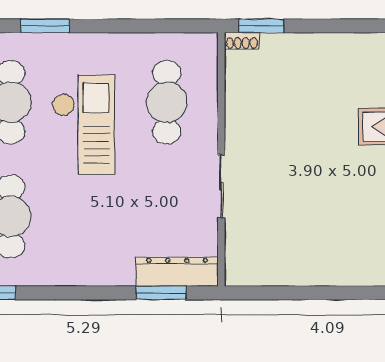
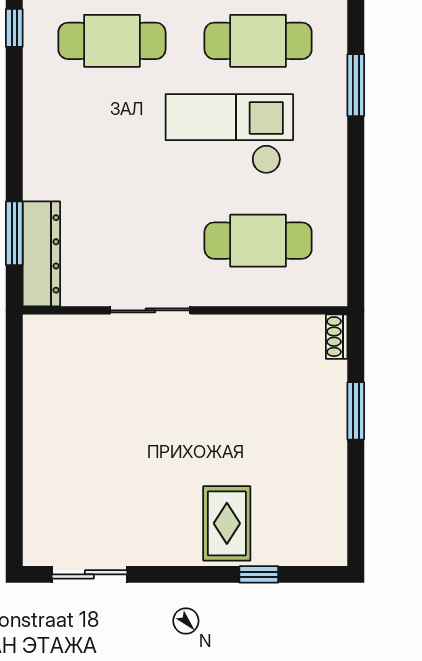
window: (262, 26) -> (356, 411), moved
checkout: (83, 125) -> (229, 134), turned 180

